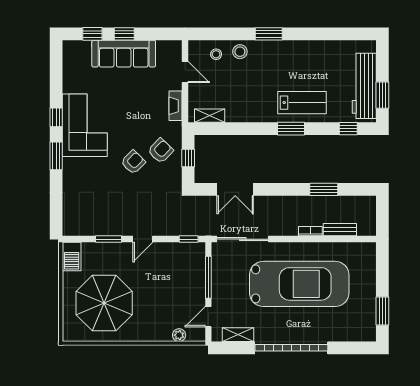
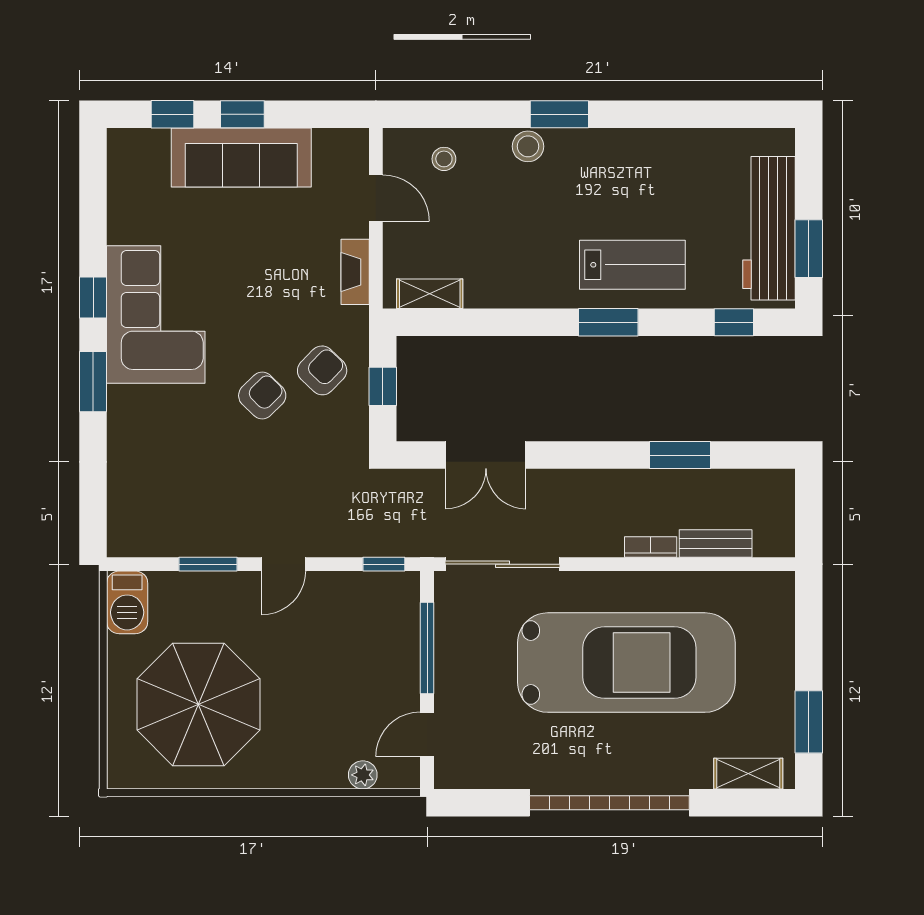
stool: (240, 52) -> (528, 146), moved
shelving: (238, 335) -> (748, 774), moved

